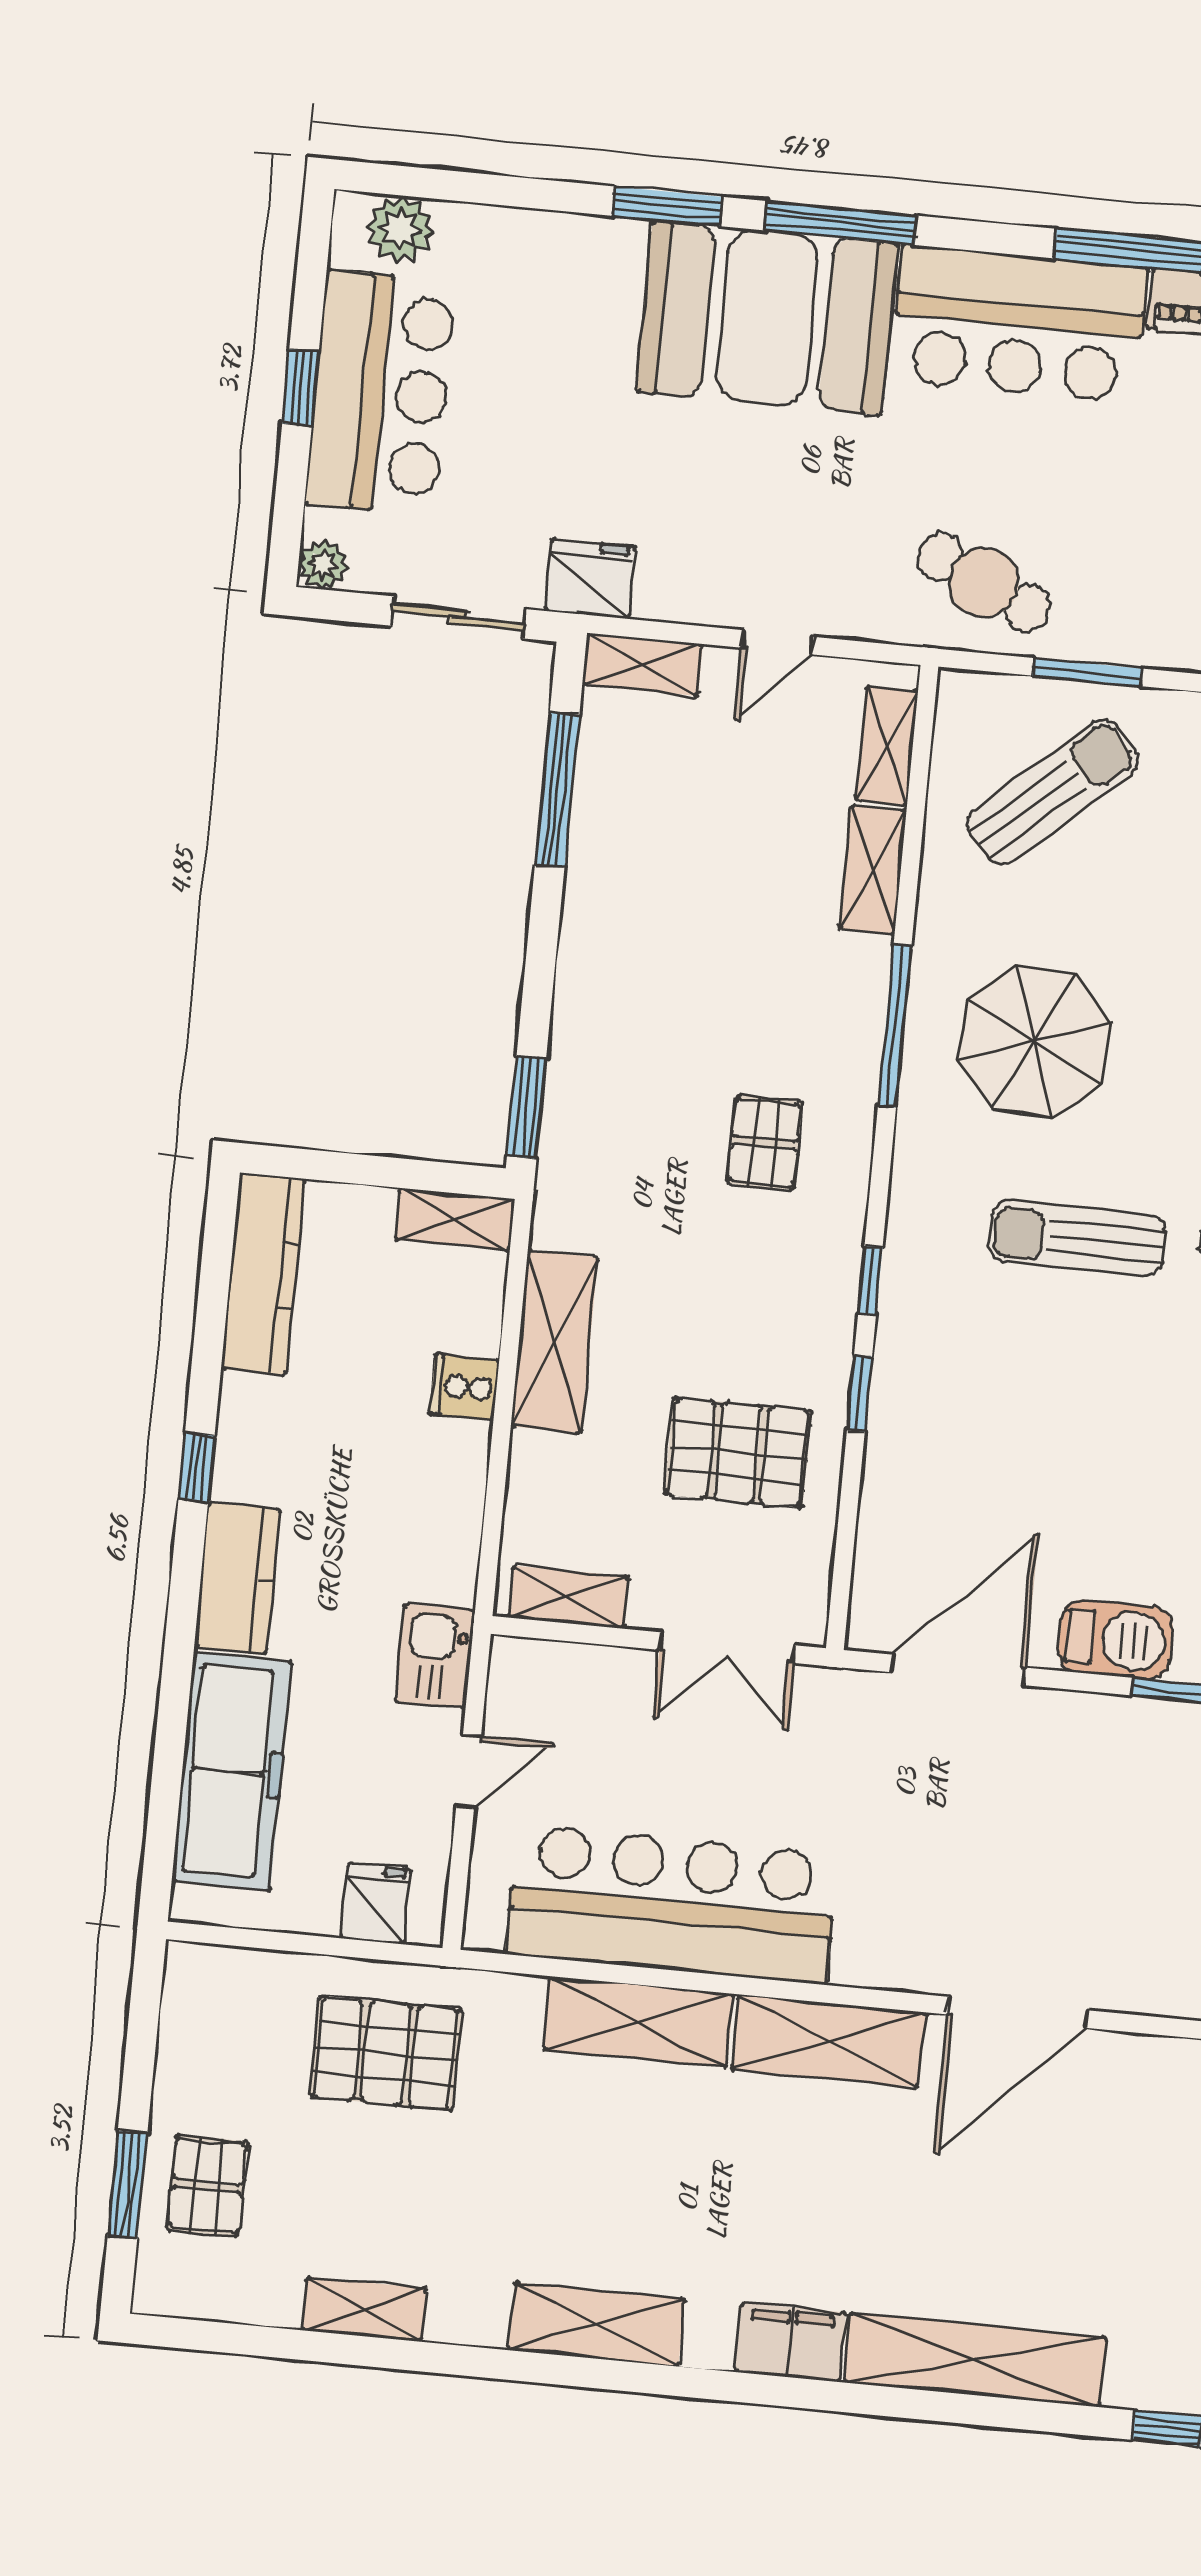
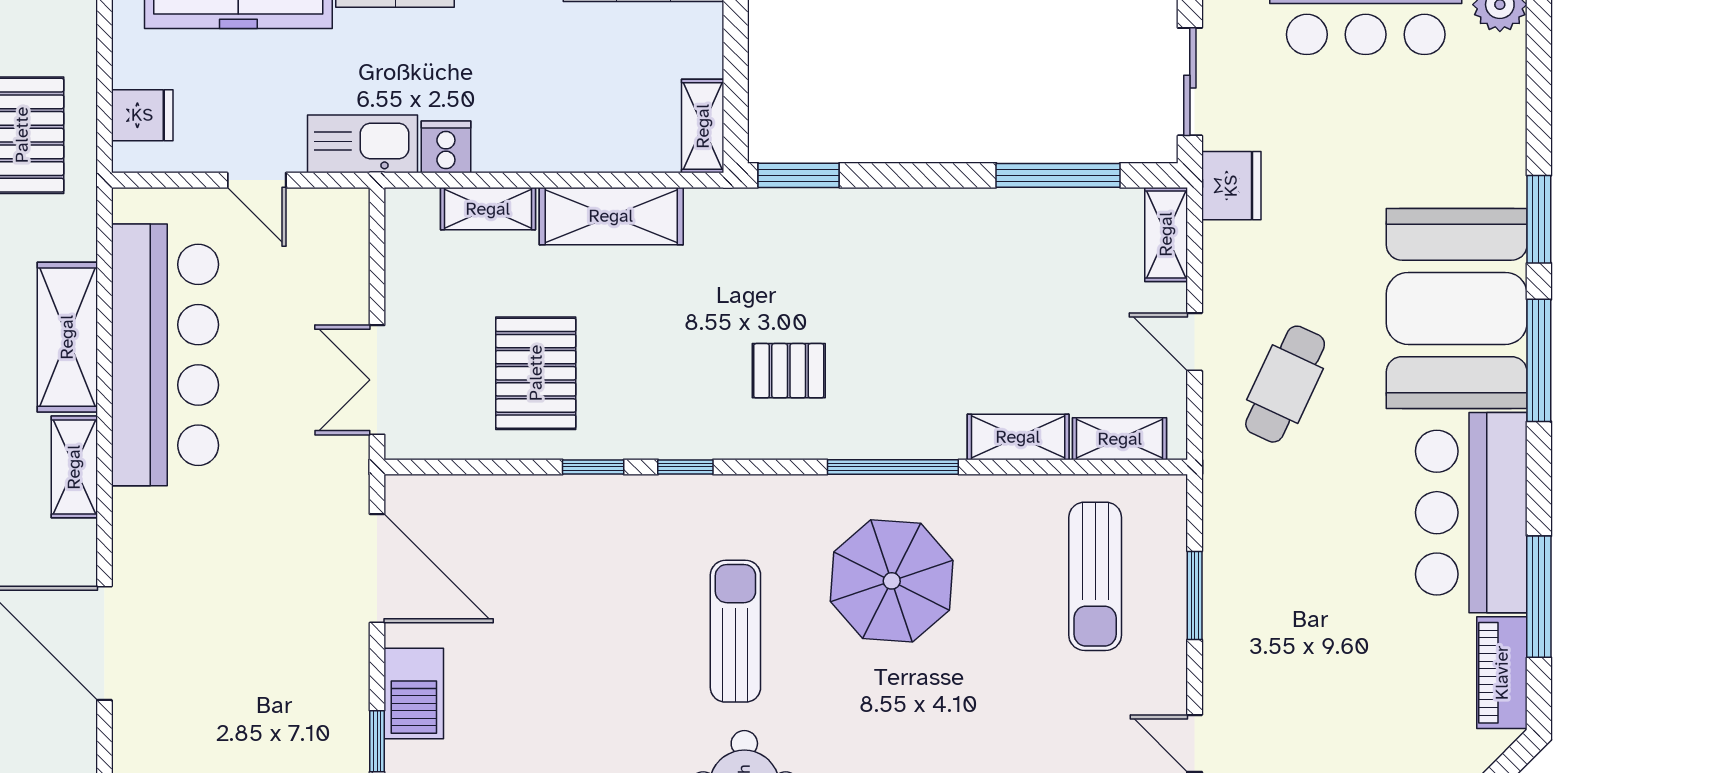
cafe table: (984, 583) -> (1285, 384), moved
sun lounger: (1052, 792) -> (1095, 576), turned 42
cooker: (465, 1387) -> (446, 147), moved
shelving: (568, 1597) -> (488, 209), moved, turned 90
kitchen sink: (435, 1656) -> (363, 144), width x1.38
shelving: (829, 2041) -> (74, 467), width x0.67, depth x0.75

